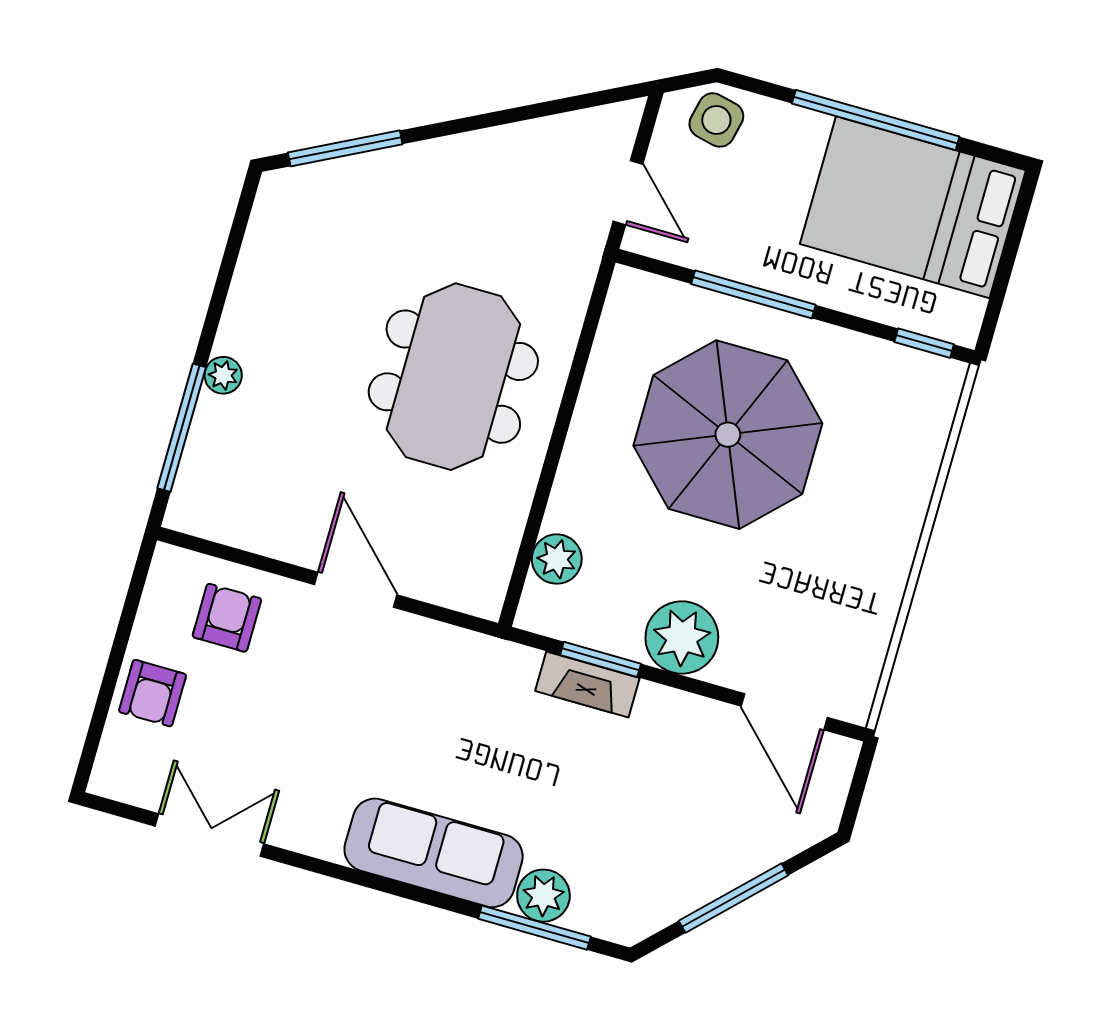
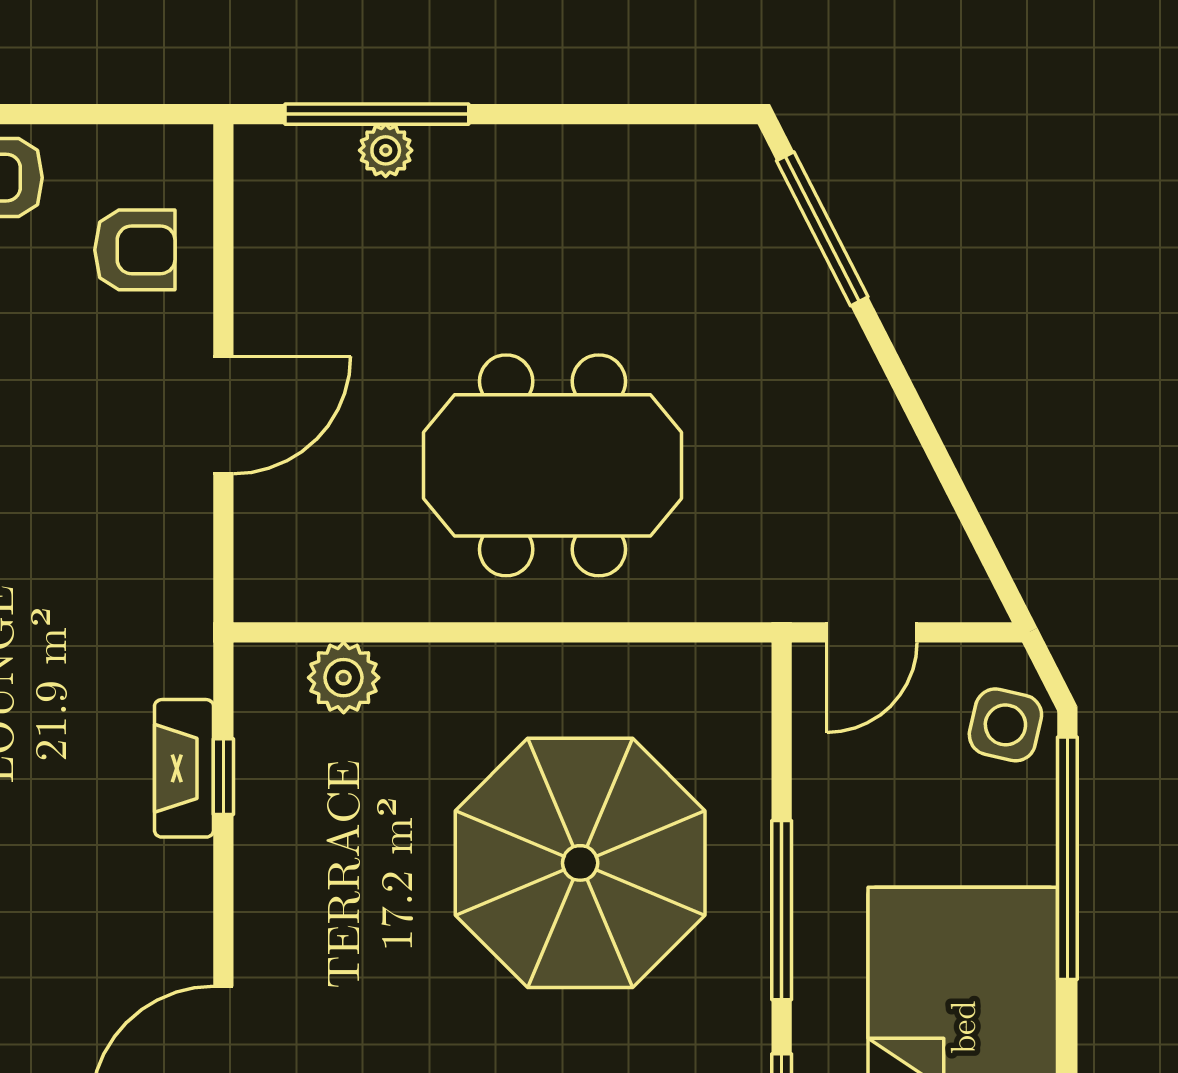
window: (876, 120) -> (1067, 858), moved
window: (753, 294) -> (782, 910), moved
plant: (223, 375) -> (386, 150), moved
plant: (682, 638) -> (285, 879), removed
window: (601, 659) -> (223, 777), width x0.67

